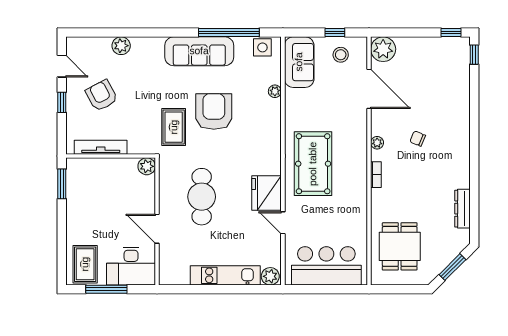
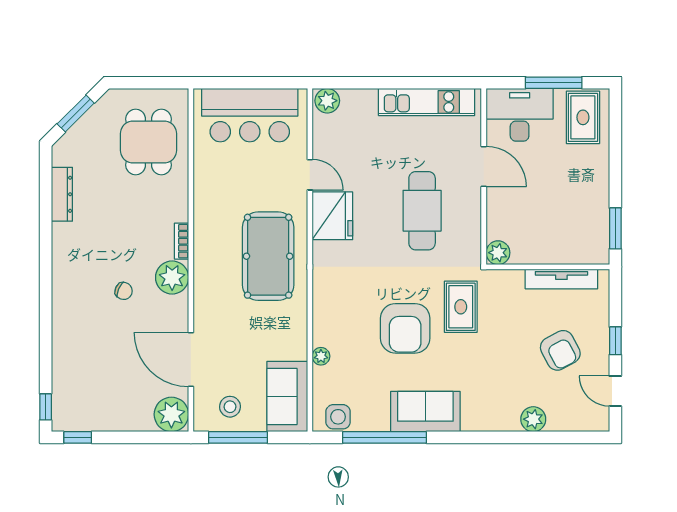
window: (335, 33) -> (238, 437), width x2.17
sofa: (199, 51) -> (425, 412), width x0.73
plant: (377, 143) -> (172, 277), width x1.87, depth x1.87
kitchen unit: (225, 275) -> (427, 102), moved

